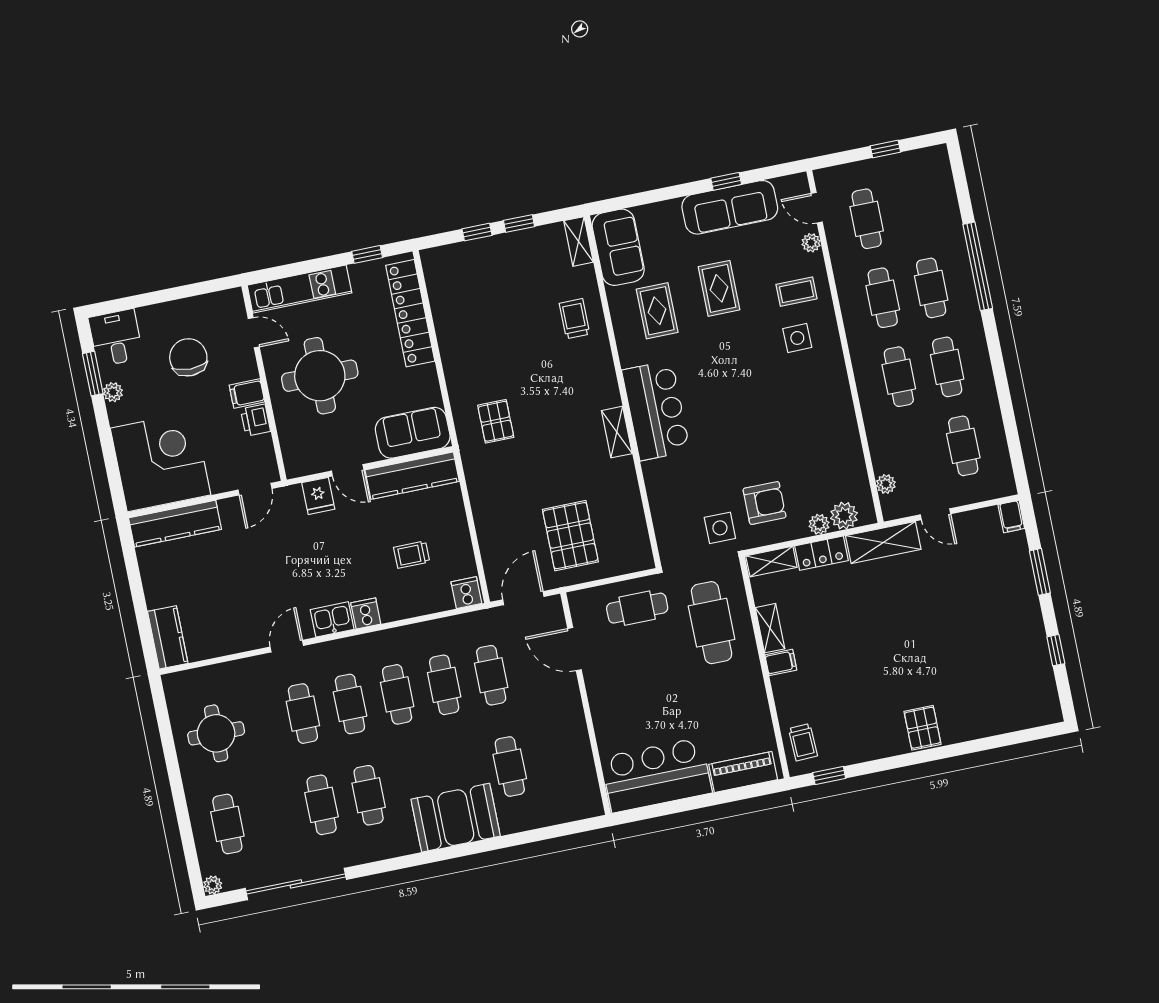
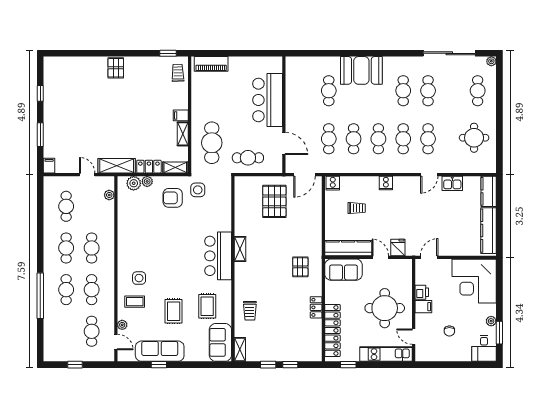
locker: (450, 351) -> (316, 307), added
chair: (188, 357) -> (449, 331), width x0.54, depth x0.54
kitchen counter: (175, 524) -> (489, 231), moved, turned -90
kitchen sink: (332, 619) -> (452, 183), moved
bar counter: (657, 775) -> (268, 100), moved, turned 90

